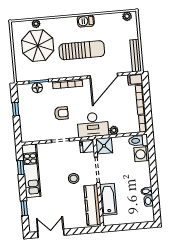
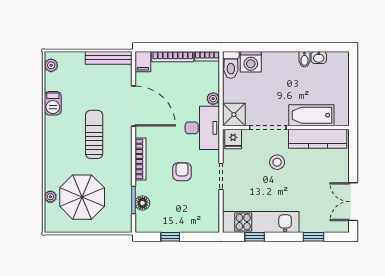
barbecue: (86, 21) -> (53, 103), moved
sun lounger: (82, 50) -> (94, 134), width x0.73, depth x0.75

